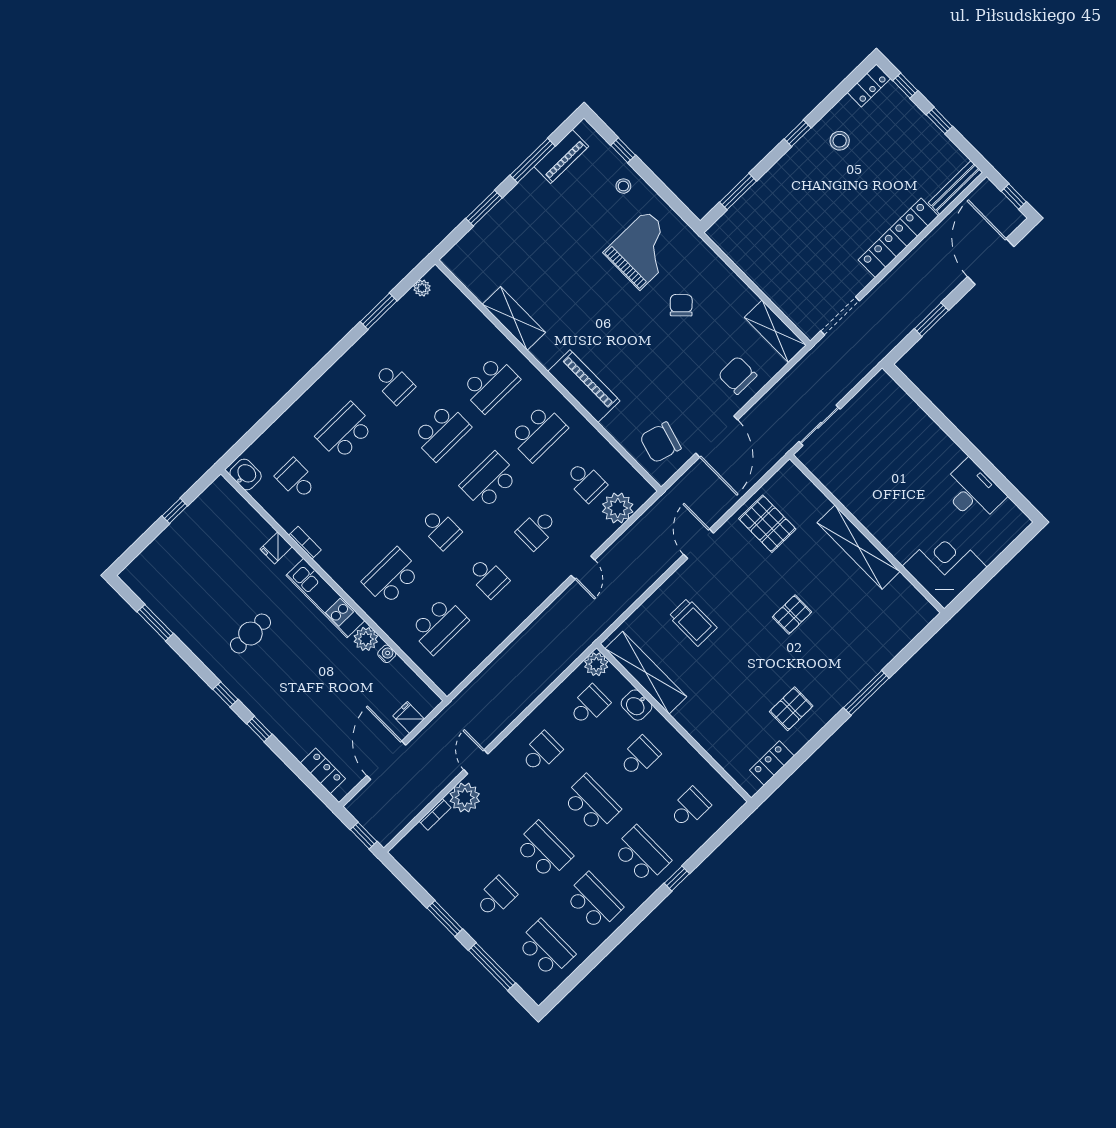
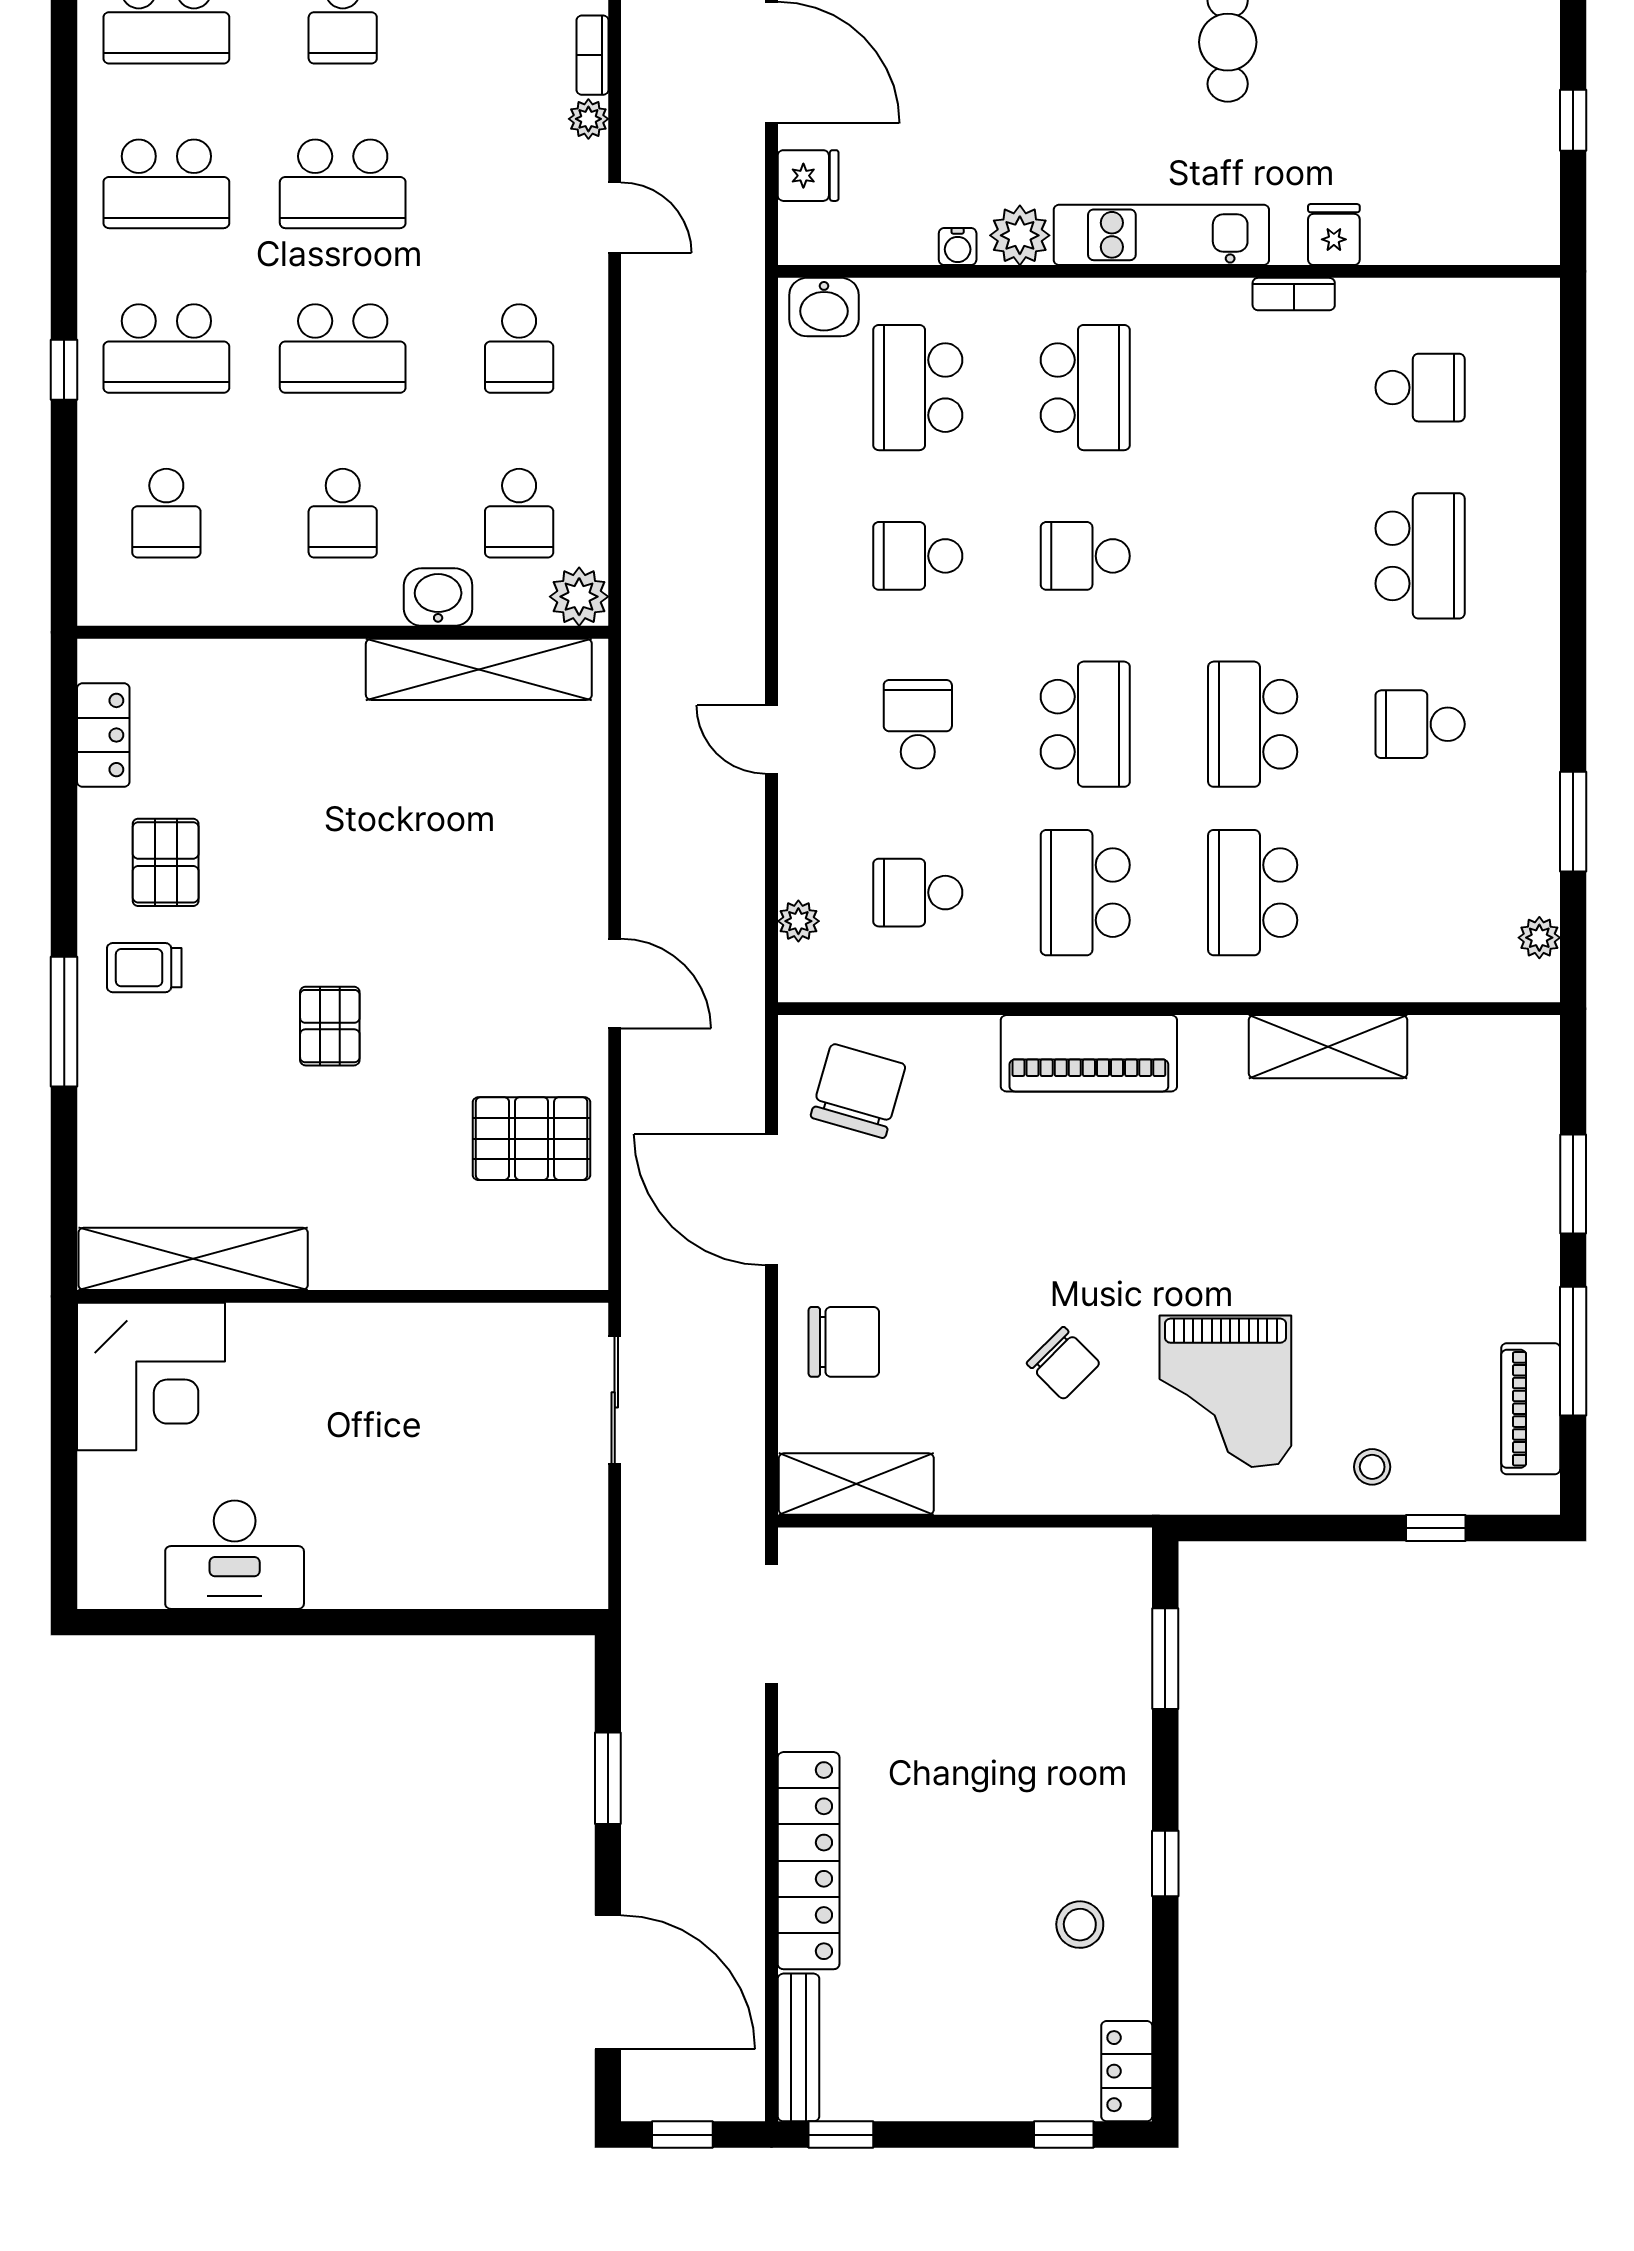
window: (939, 121) -> (841, 2135), moved
washbasin: (246, 475) -> (824, 307), moved
plant: (618, 508) -> (798, 921), width x0.53, depth x0.53
shelving: (859, 547) -> (193, 1259), moved
trolley: (693, 622) -> (144, 968), moved, width x0.73, depth x0.72
plant: (465, 798) -> (588, 119), width x0.53, depth x0.53

